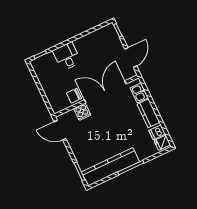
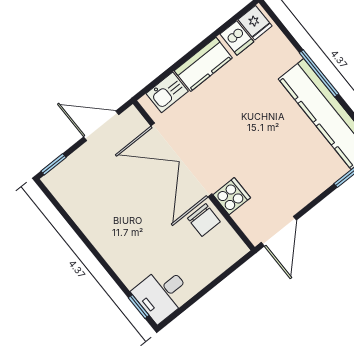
desk: (67, 56) -> (162, 294), moved

